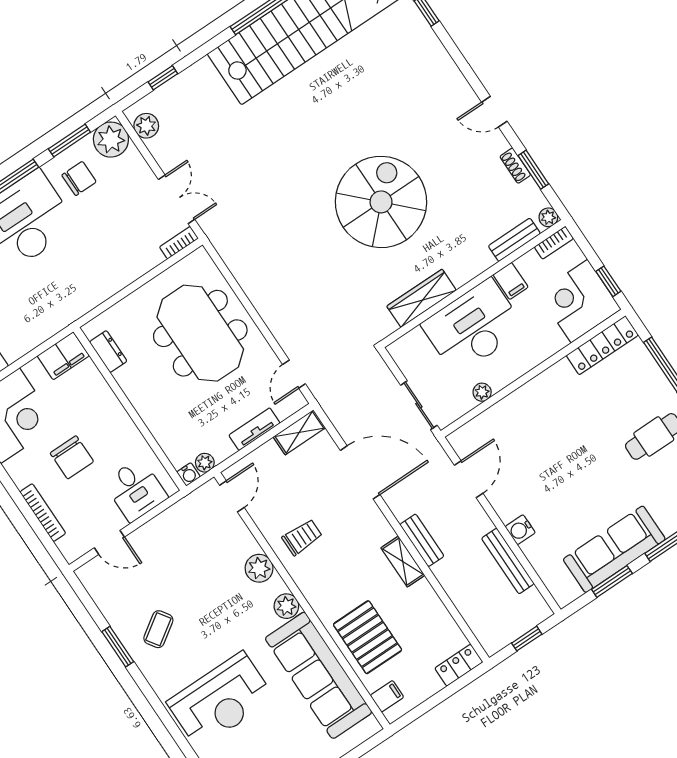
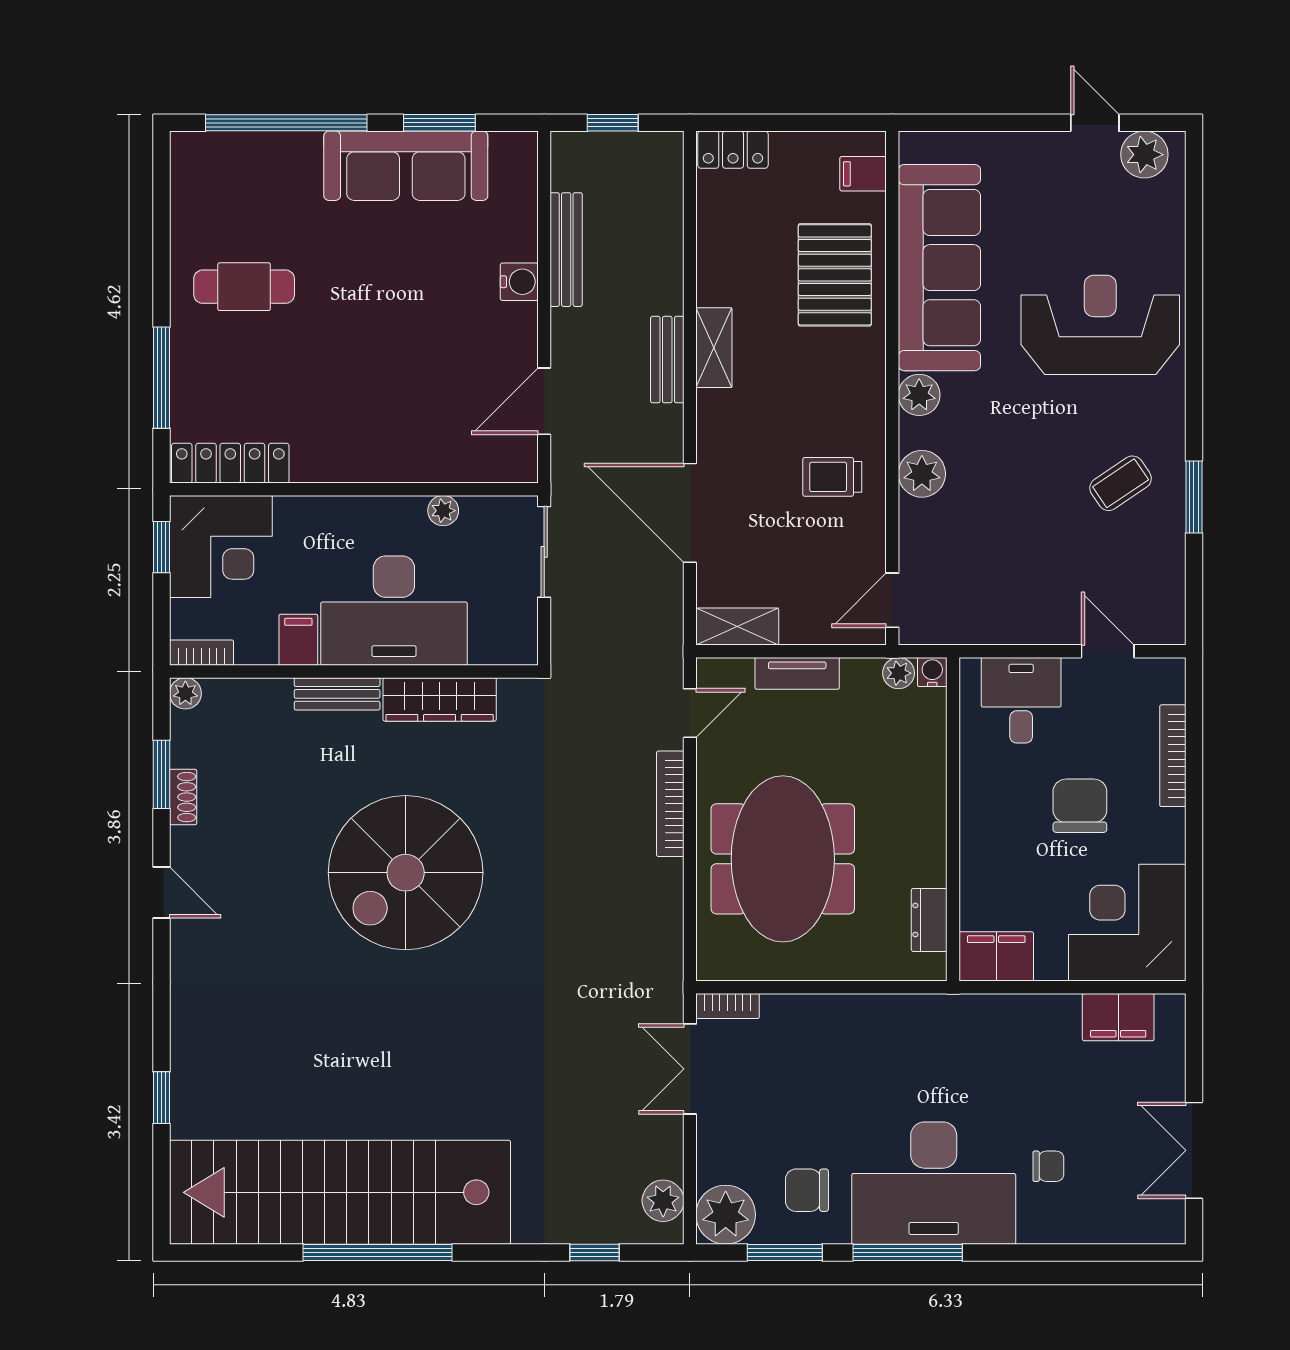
bench: (514, 240) -> (337, 694), moved
bookcase: (274, 323) -> (670, 804), added

